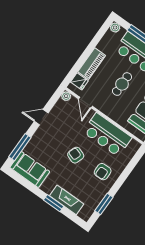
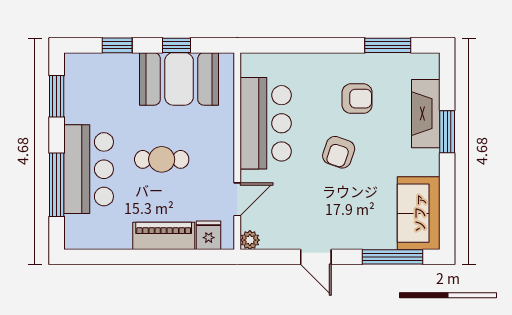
plant: (115, 28) -> (74, 240), removed
armchair: (103, 172) -> (357, 99), moved

